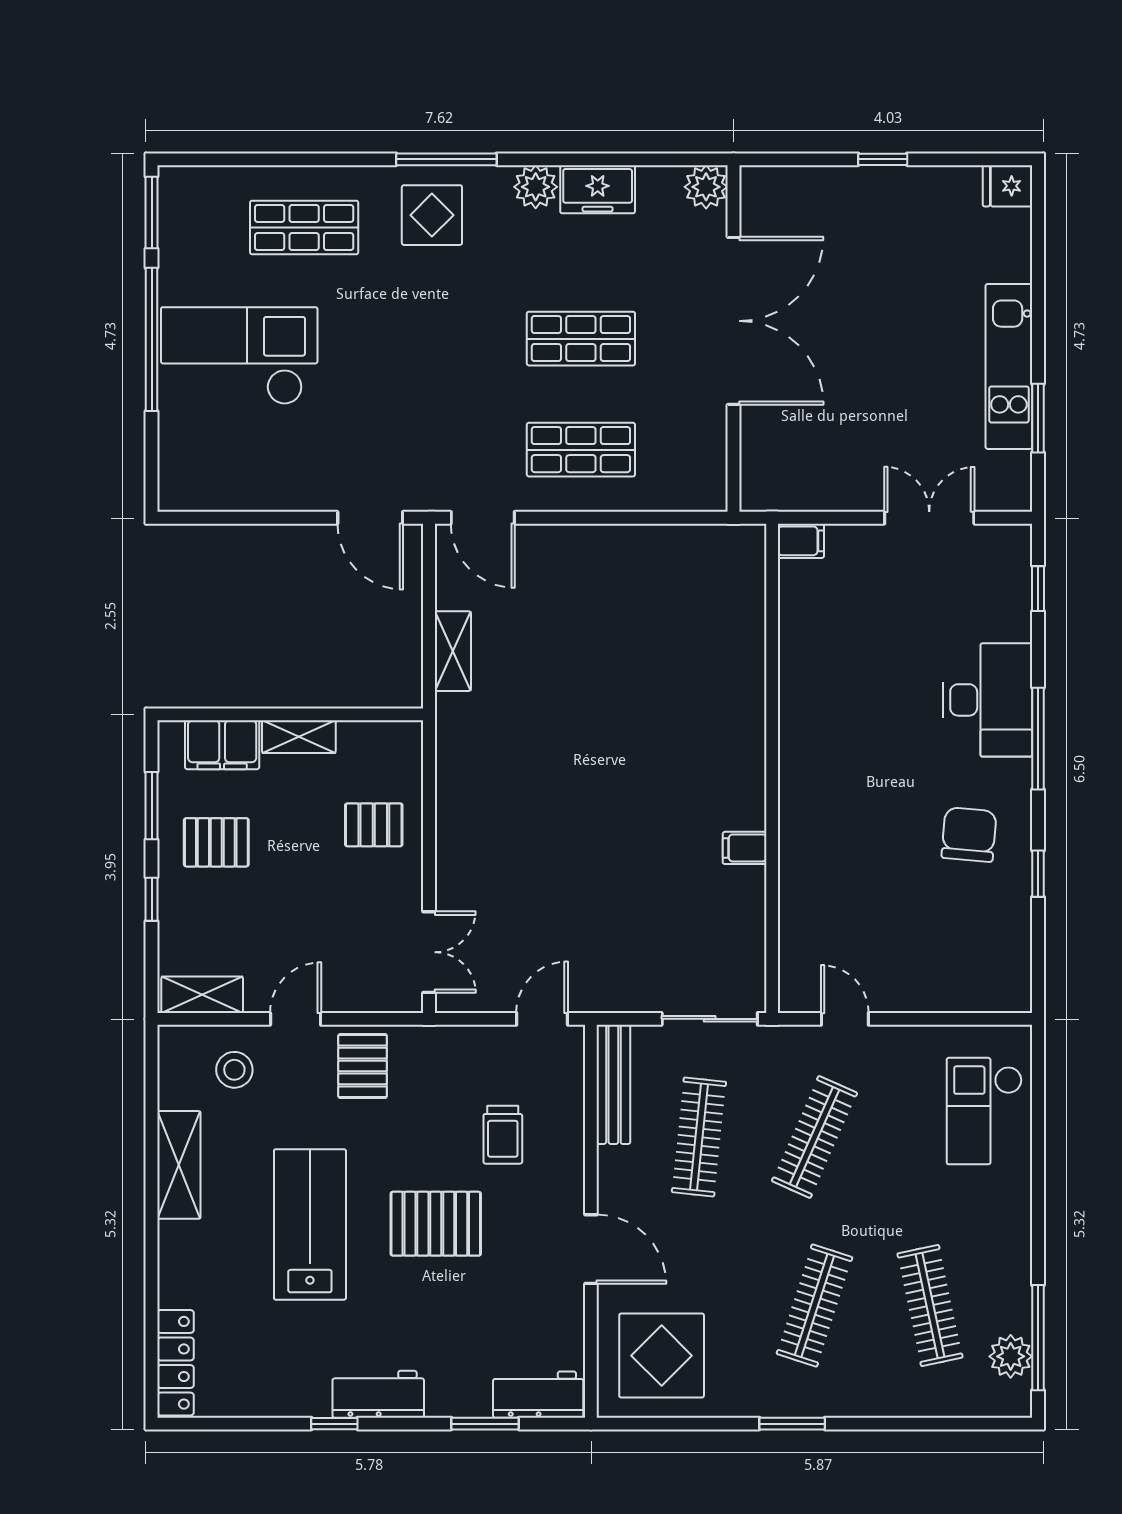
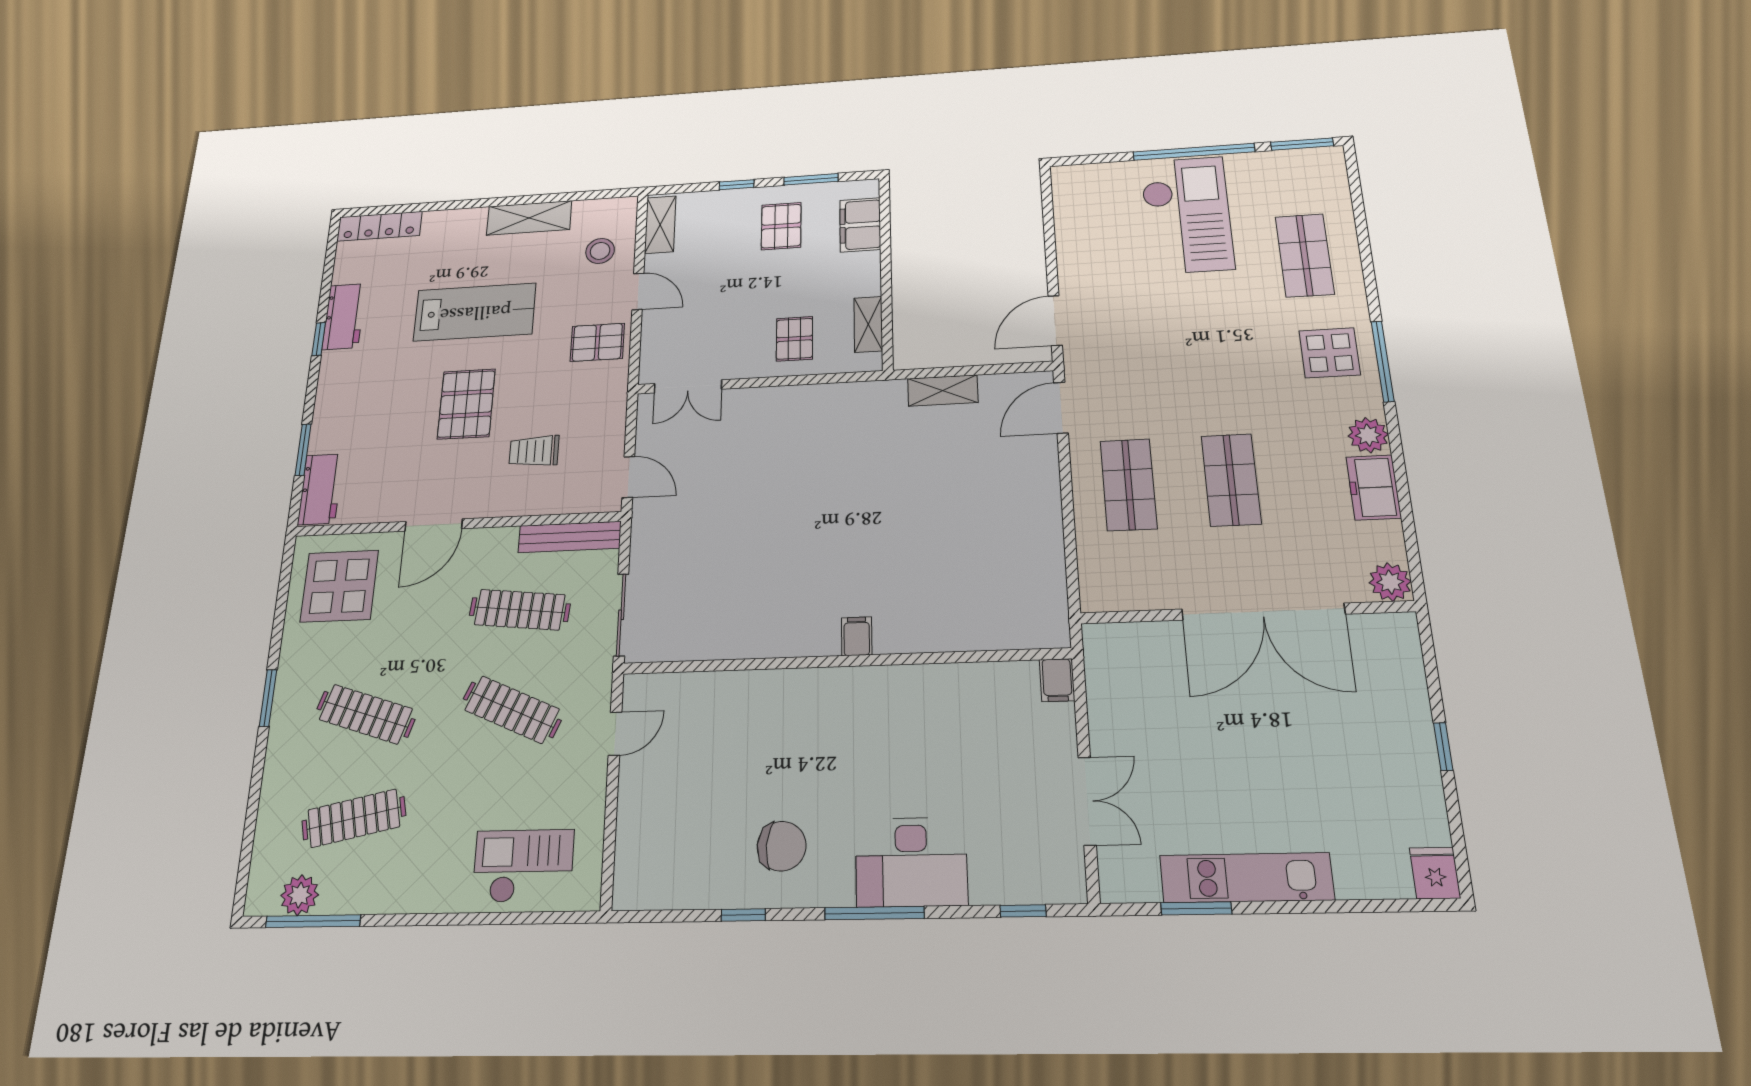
shelving: (299, 737) -> (868, 324), moved
filing cabinet: (745, 848) -> (857, 636), moved
workbench: (378, 1394) -> (344, 317), moved

